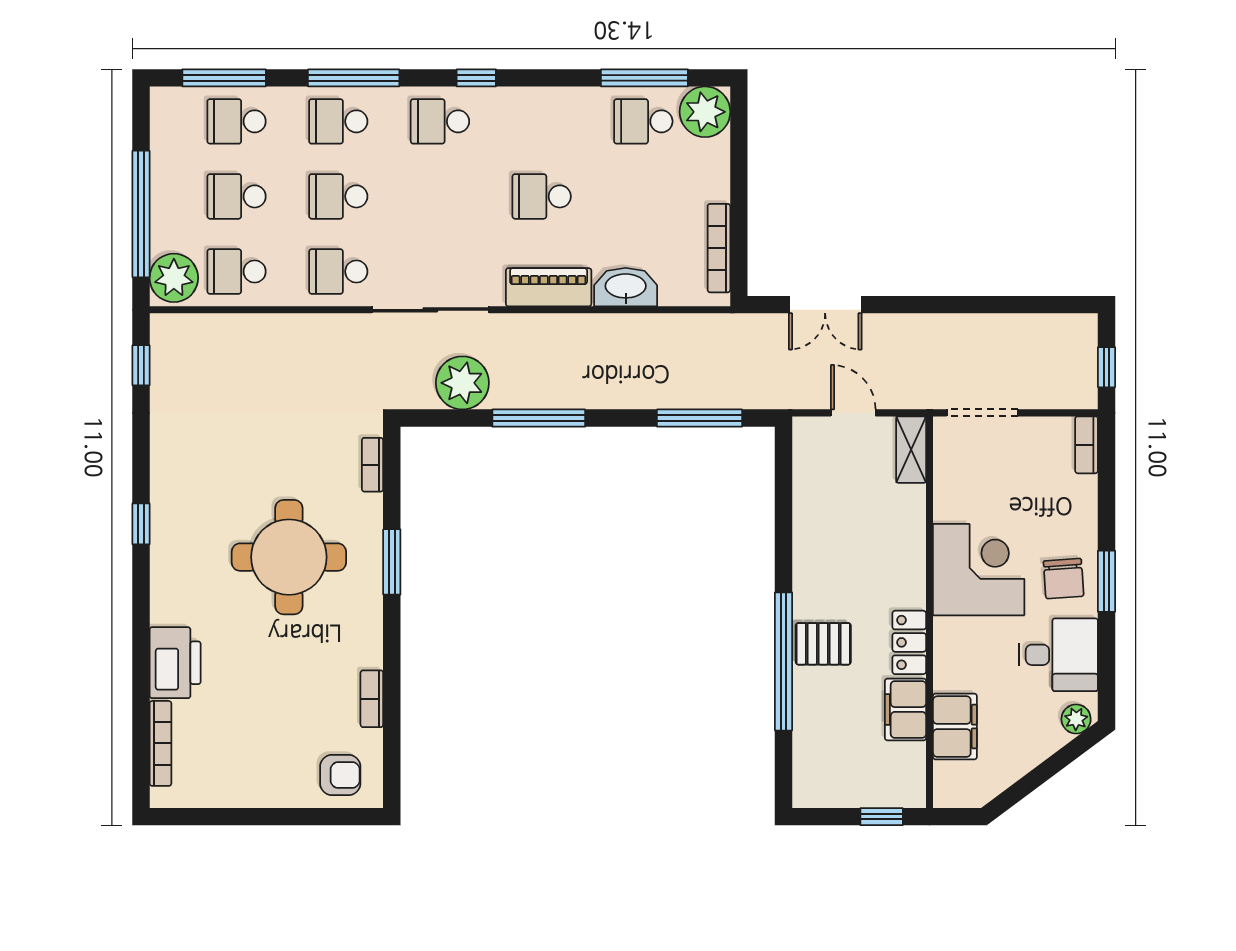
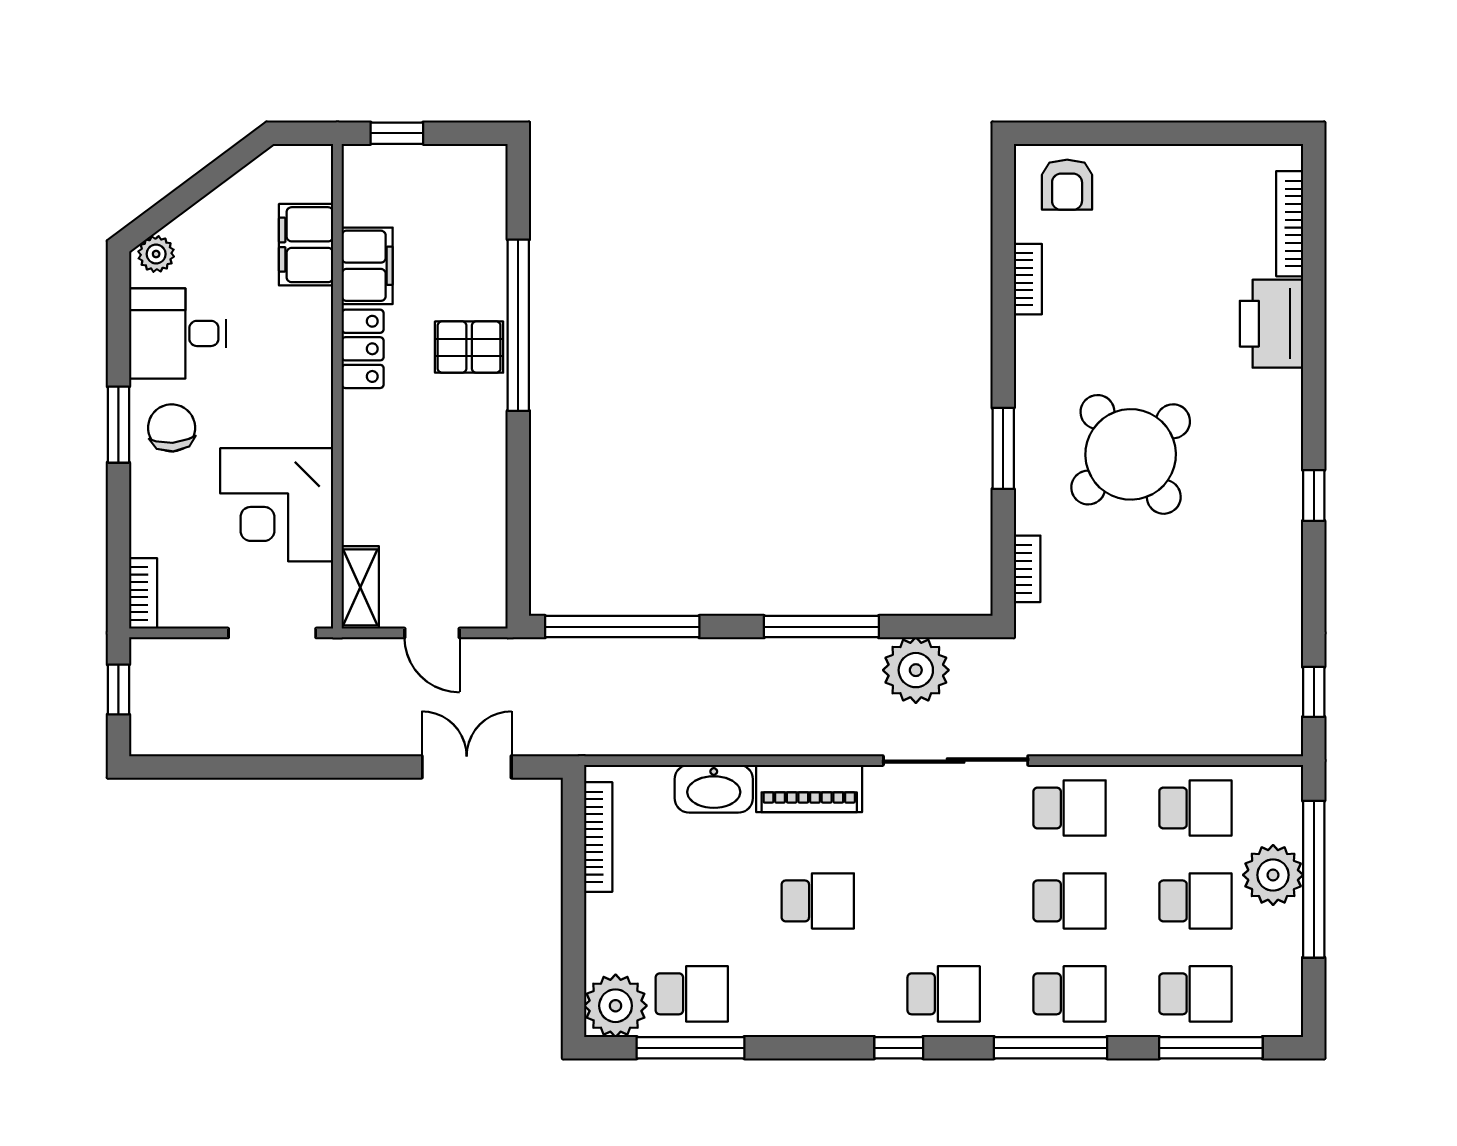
plant: (174, 278) -> (1273, 875), moved
window: (700, 418) -> (622, 627), width x1.46
round table: (289, 557) -> (1131, 454), turned -38
corner desk: (979, 570) -> (277, 505), moved
armchair: (340, 775) -> (1067, 185), turned -90

